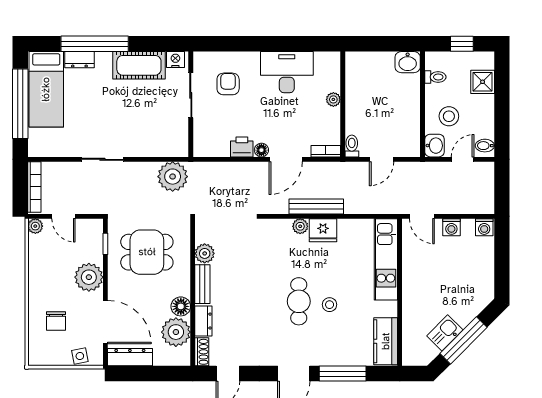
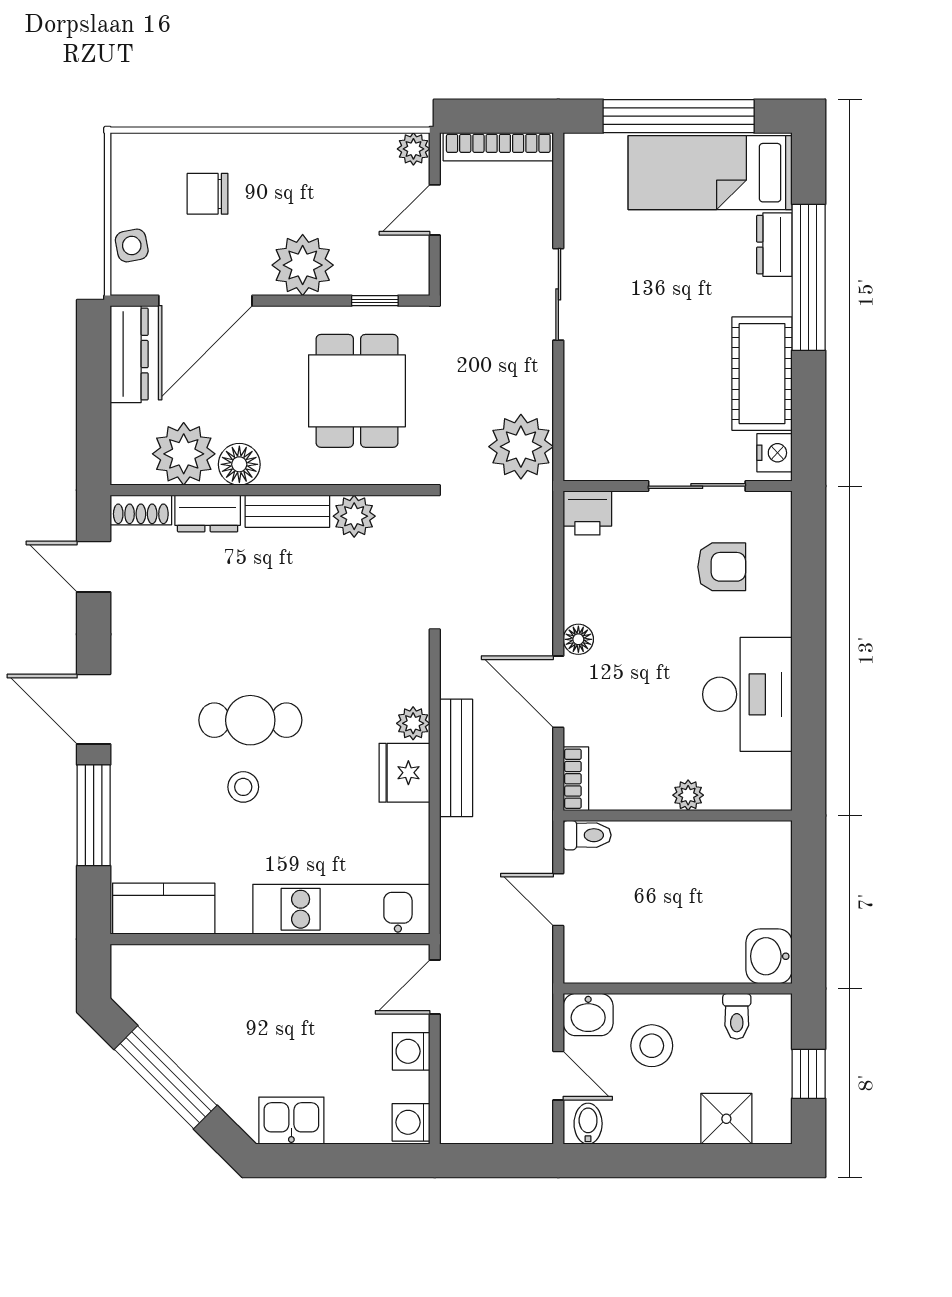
printer: (242, 147) -> (587, 513), moved, turned 90
kitchen sink: (445, 333) -> (291, 1121), moved, turned -45

